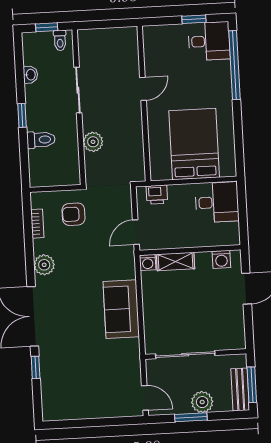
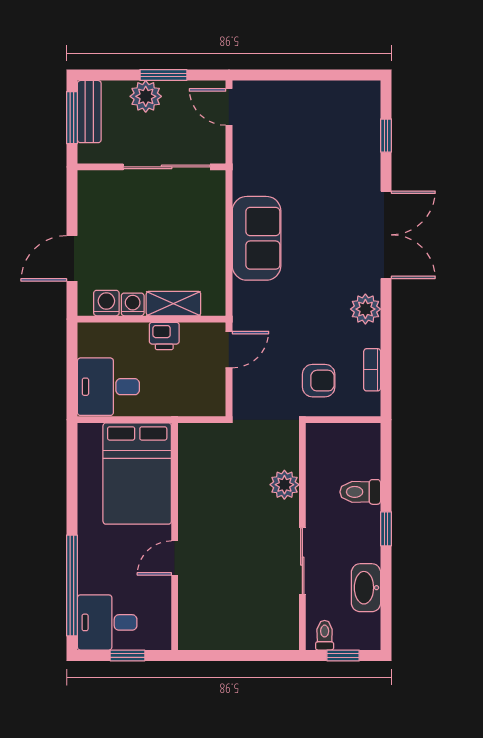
washbasin: (30, 75) -> (366, 588), width x1.91, depth x1.45
door: (143, 89) -> (175, 558), moved
wall: (144, 104) -> (175, 536), moved
printer: (157, 195) -> (164, 336), moved, turned 180
washing machine: (148, 262) -> (133, 304), moved
window: (36, 368) -> (386, 136), moved

